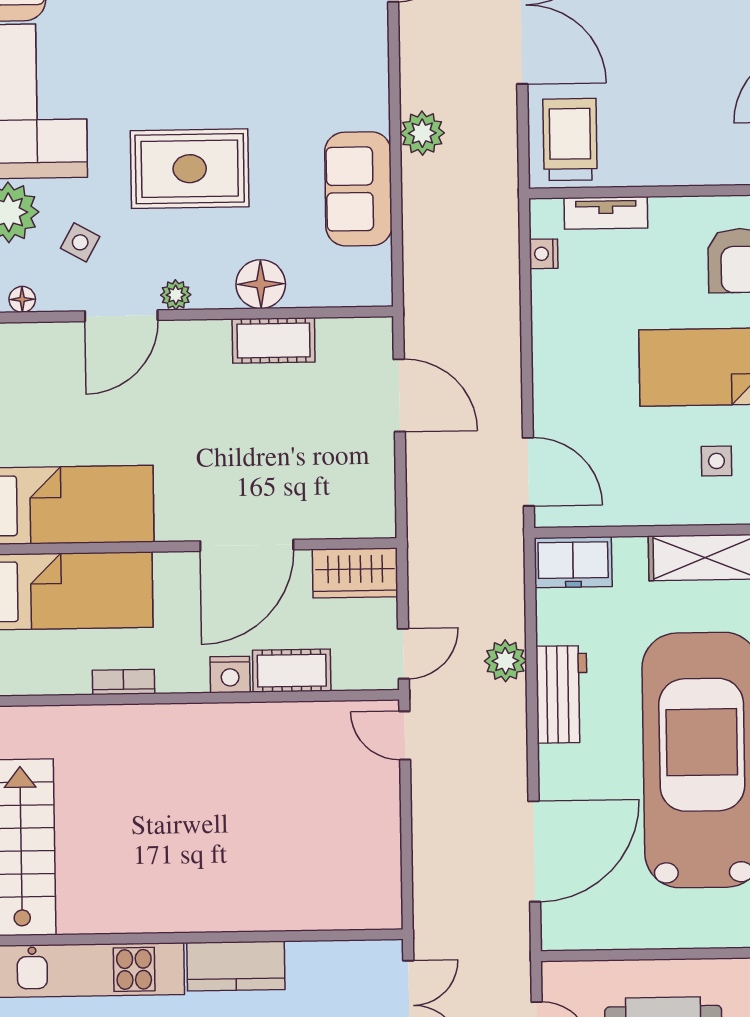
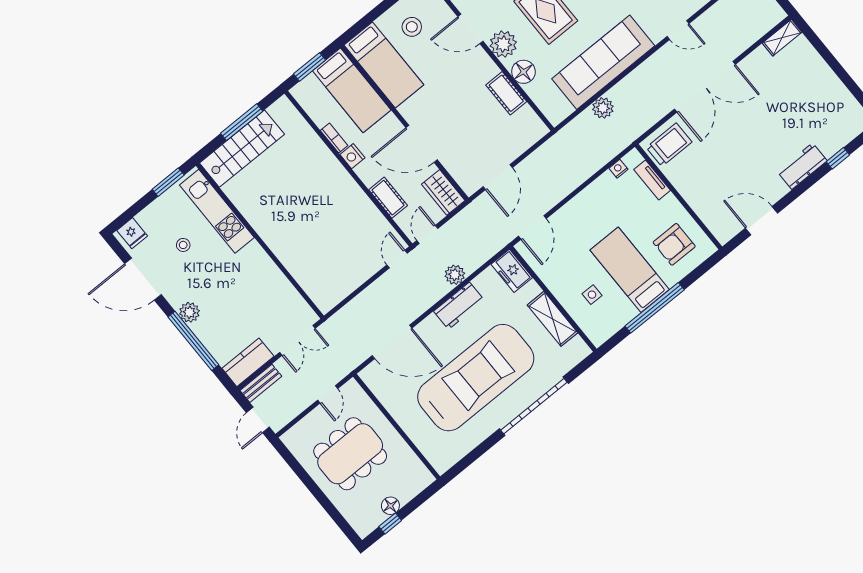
plant: (422, 133) -> (603, 108), moved
sofa: (358, 189) -> (603, 62), width x1.85, depth x1.27
plant: (176, 295) -> (503, 44), width x1.87, depth x1.87
door: (399, 395) -> (498, 177), moved
stool: (42, 410) -> (412, 27), added
door: (403, 654) -> (427, 234), swing flipped
nightstand: (230, 674) -> (352, 156), moved
kitchen counter: (236, 966) -> (261, 264), removed

